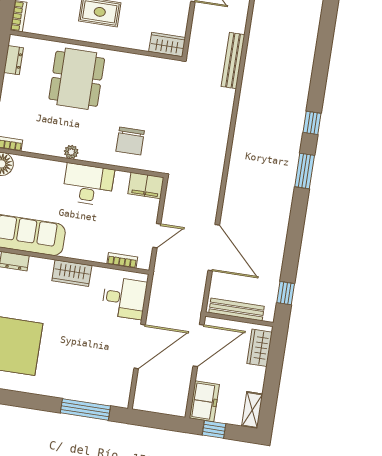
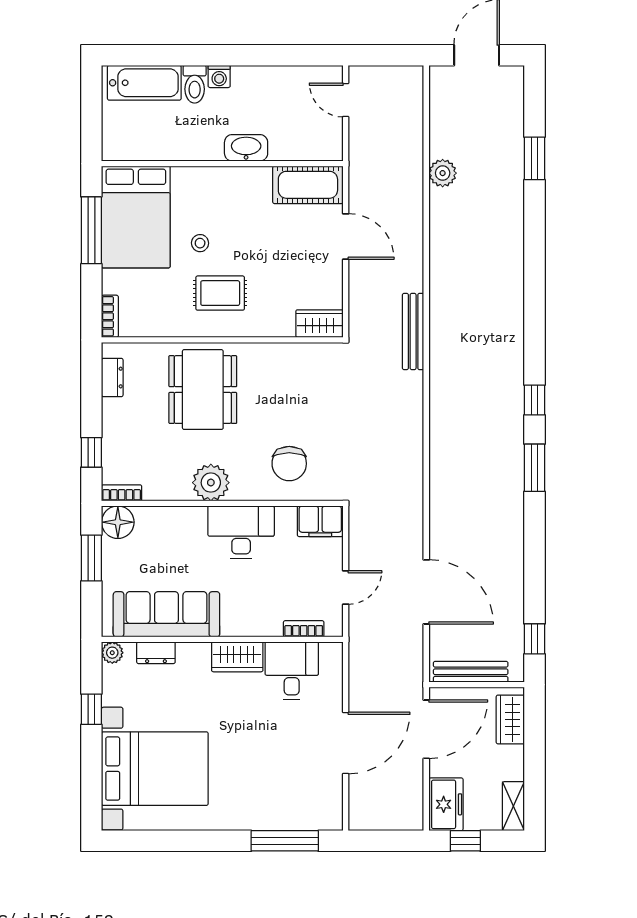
plant: (71, 152) -> (211, 483), width x1.87, depth x1.87
desk: (124, 298) -> (292, 671), moved, turned -90

